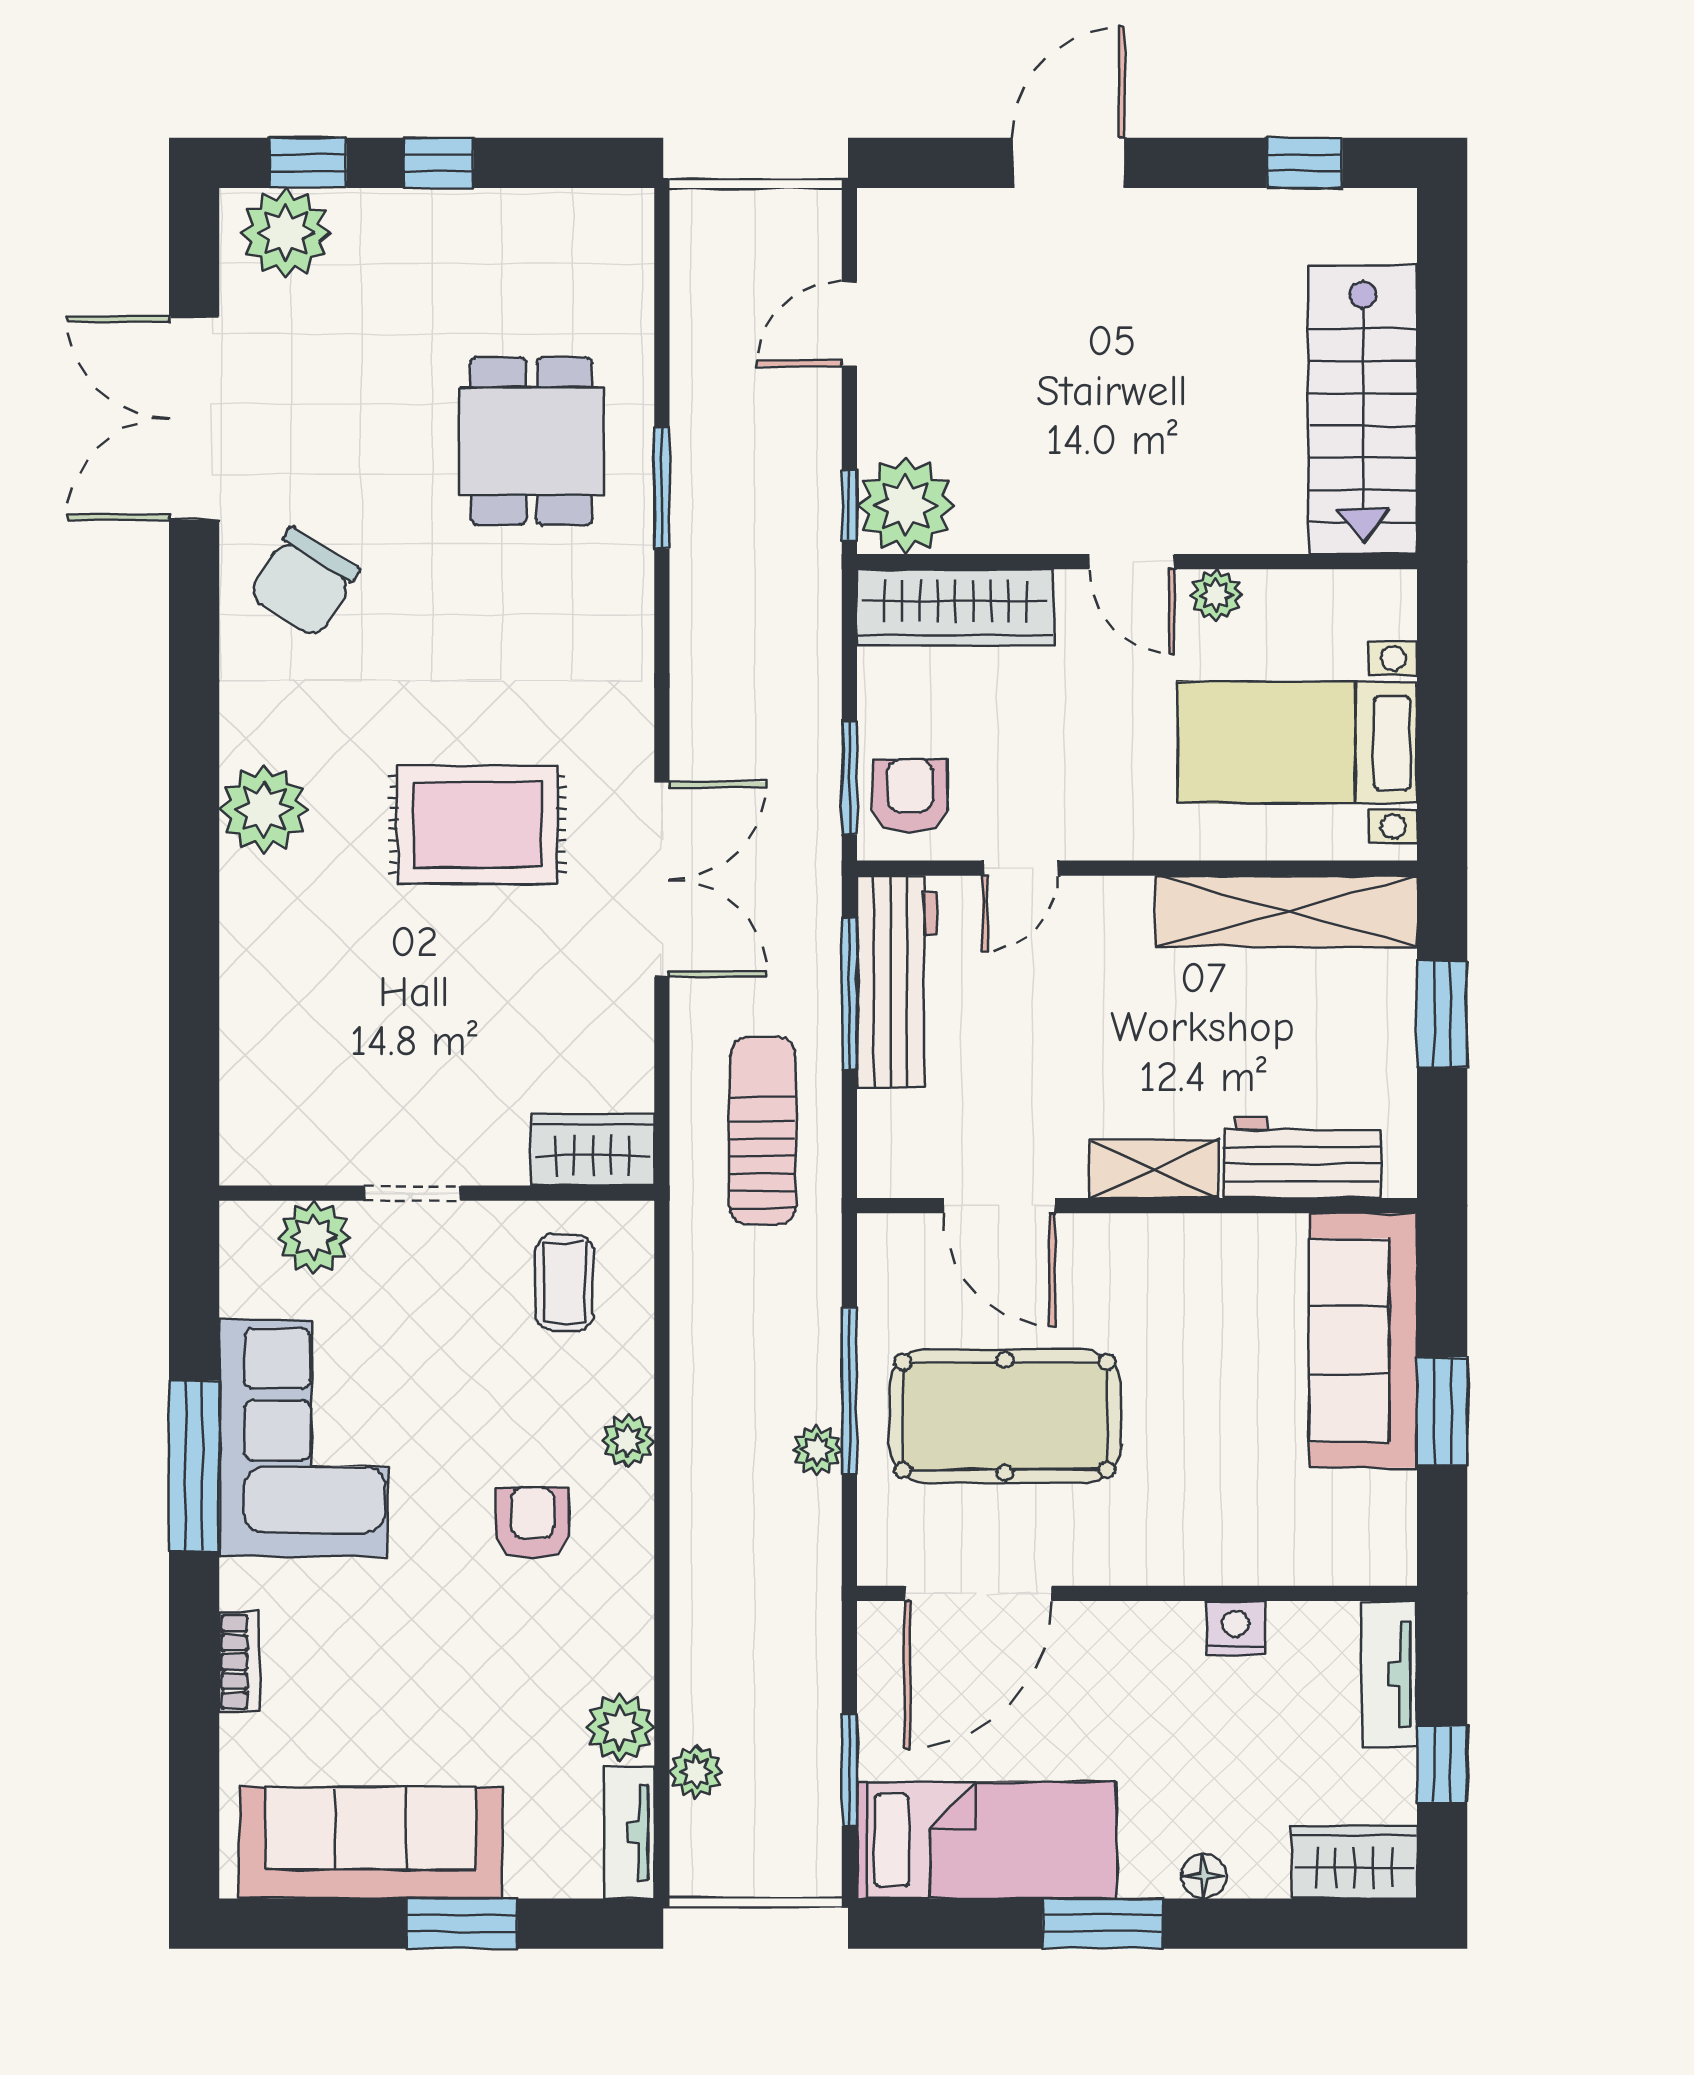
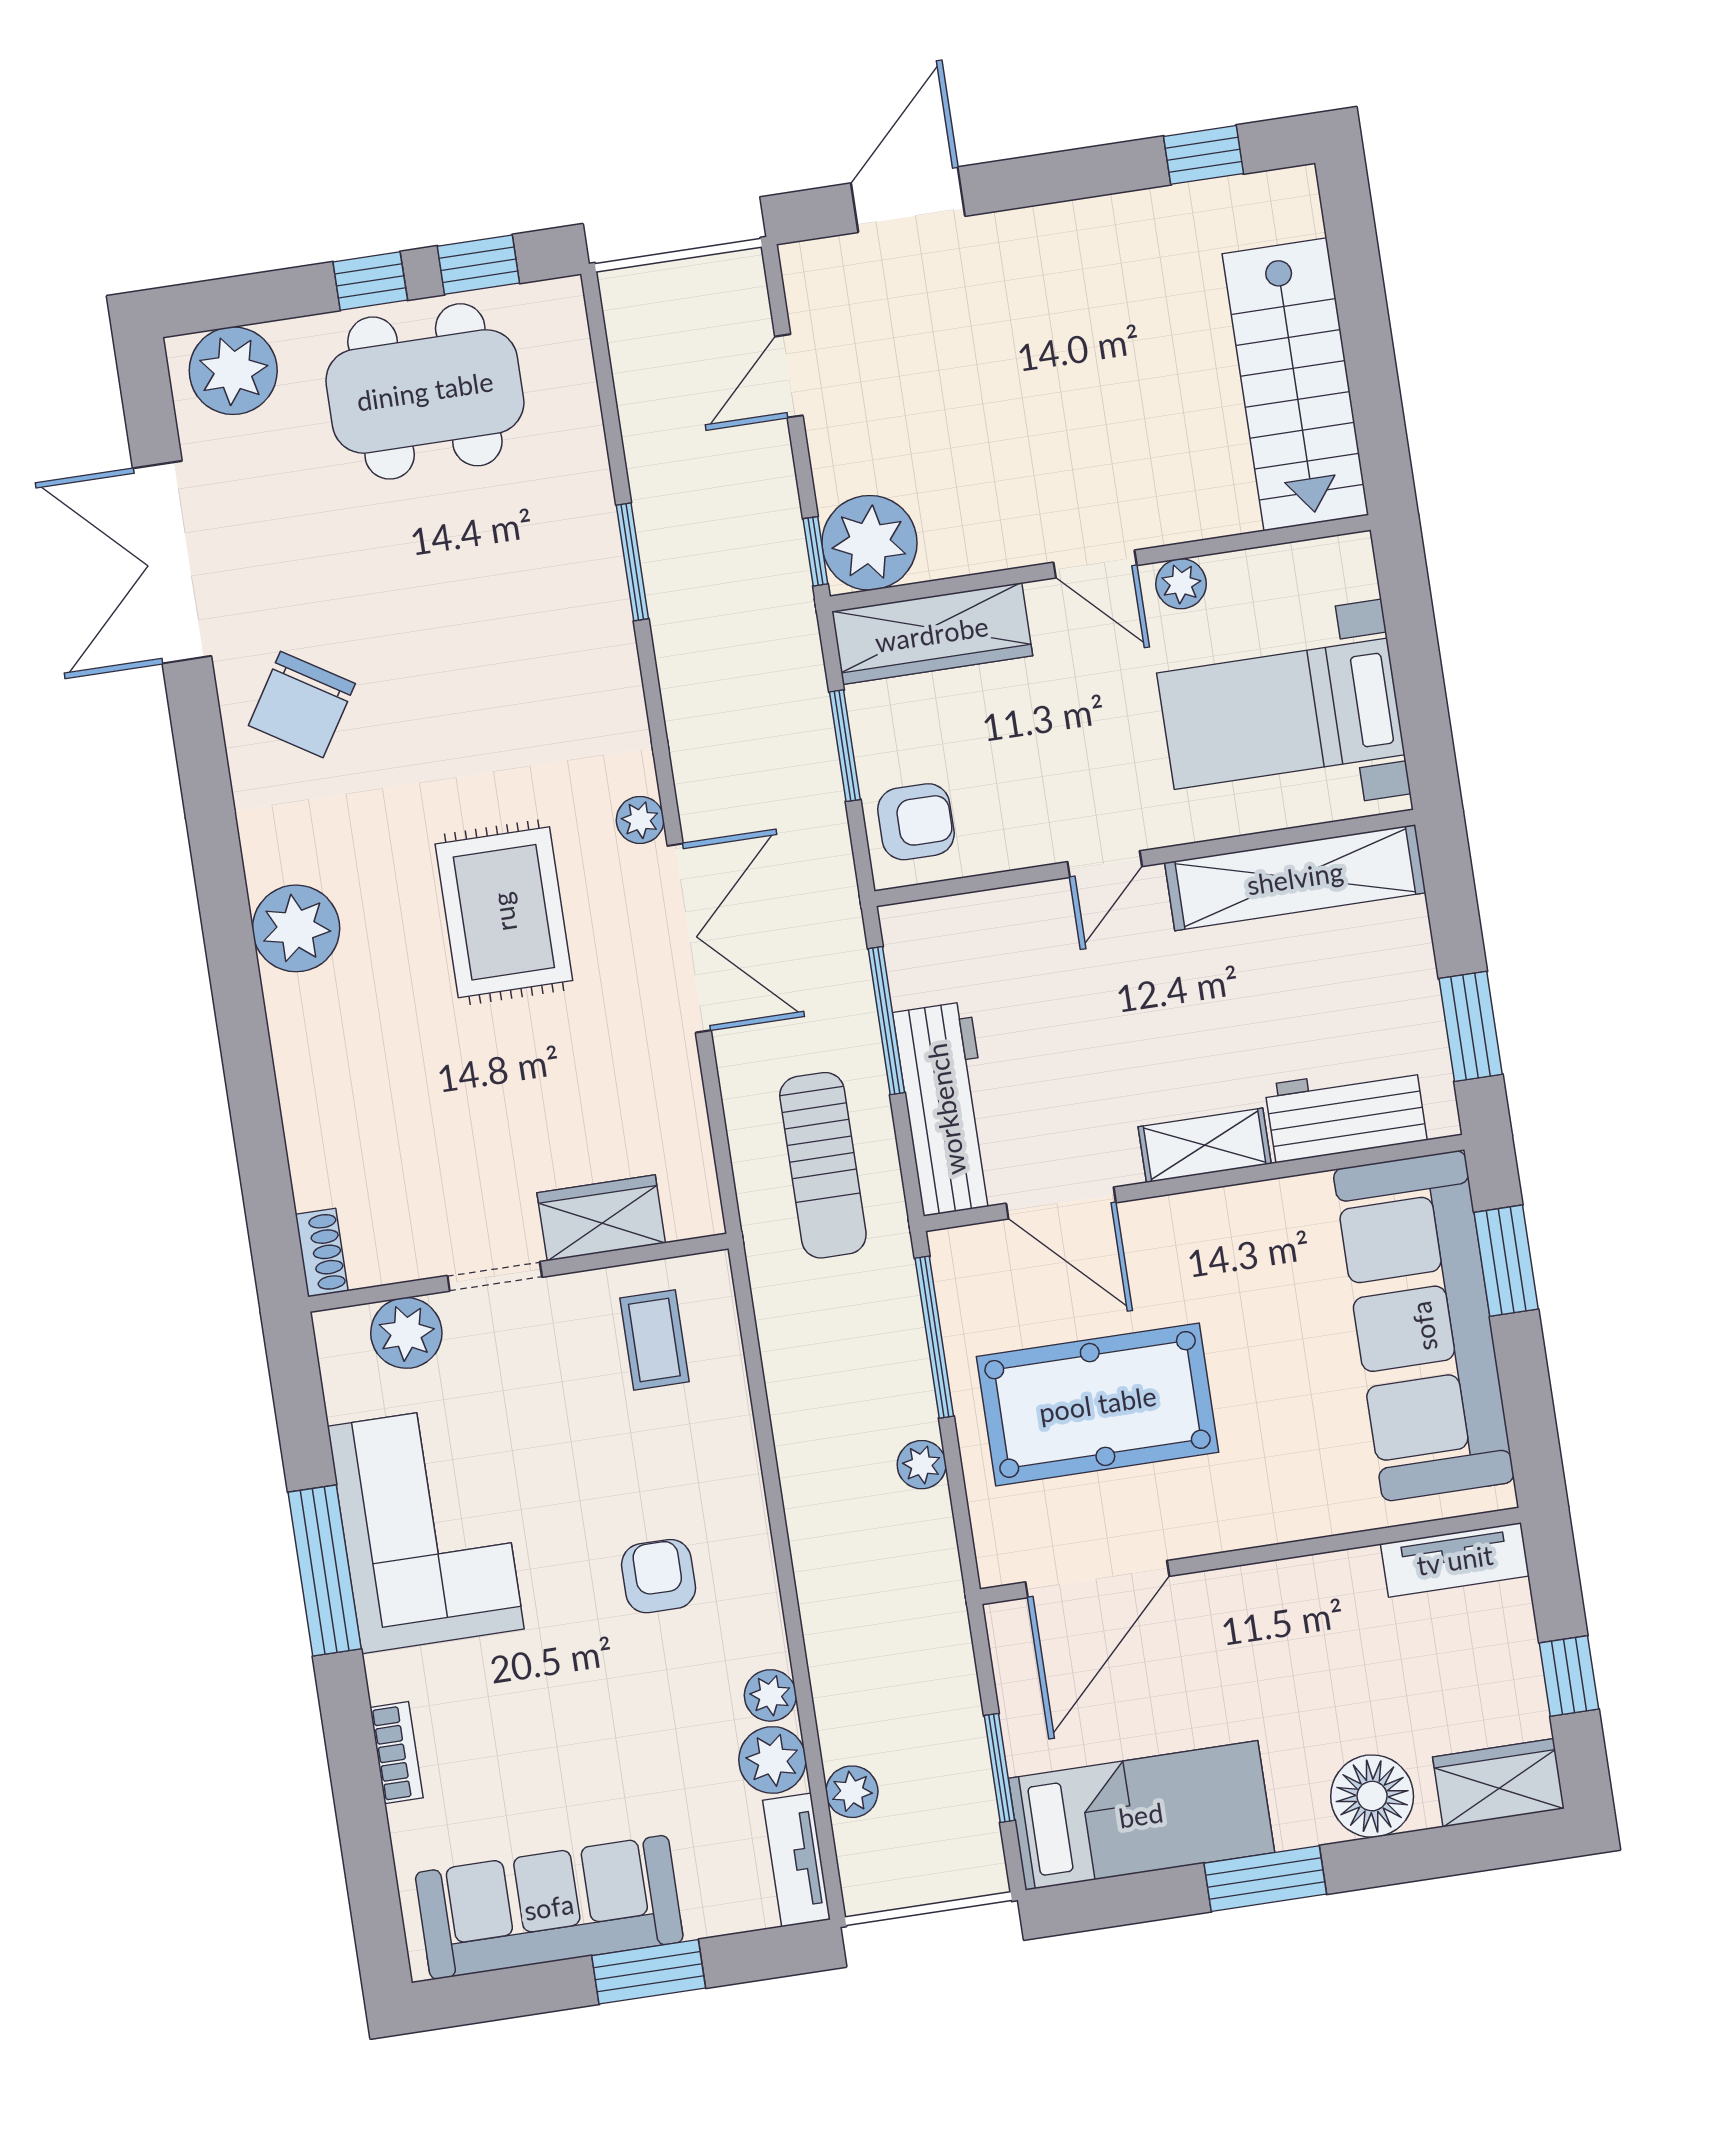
window: (308, 163) -> (478, 265), moved
door: (1068, 163) -> (908, 200), moved
dining table: (531, 441) -> (425, 391), moved, width x1.38
plant: (630, 752) -> (640, 820), added
window: (849, 778) -> (845, 746), moved
armchair: (910, 796) -> (916, 822), turned 90
rug: (478, 825) -> (504, 912), turned 90
door: (1020, 868) -> (1105, 864), moved
workbench: (897, 982) -> (946, 1109), moved
window: (1442, 1014) -> (1471, 1026), moved
sun lounger: (763, 1131) -> (823, 1165), turned 180
shoe rack: (240, 1143) -> (322, 1253), added
wardrobe: (593, 1150) -> (601, 1218), moved
sofa: (1363, 1340) -> (1424, 1326), width x1.36, depth x1.27
window: (849, 1392) -> (934, 1337), moved
window: (1442, 1411) -> (1506, 1261), moved
plant: (628, 1441) -> (770, 1695), moved
nightstand: (1235, 1628) -> (1350, 1575), removed
tv unit: (1389, 1675) -> (1455, 1560), moved, turned -90
floor lamp: (1204, 1876) -> (1372, 1796), width x1.89, depth x1.89

